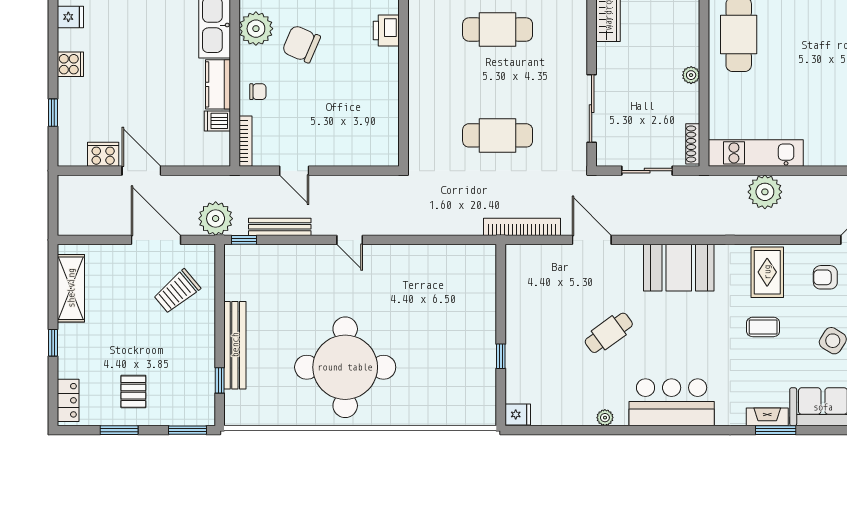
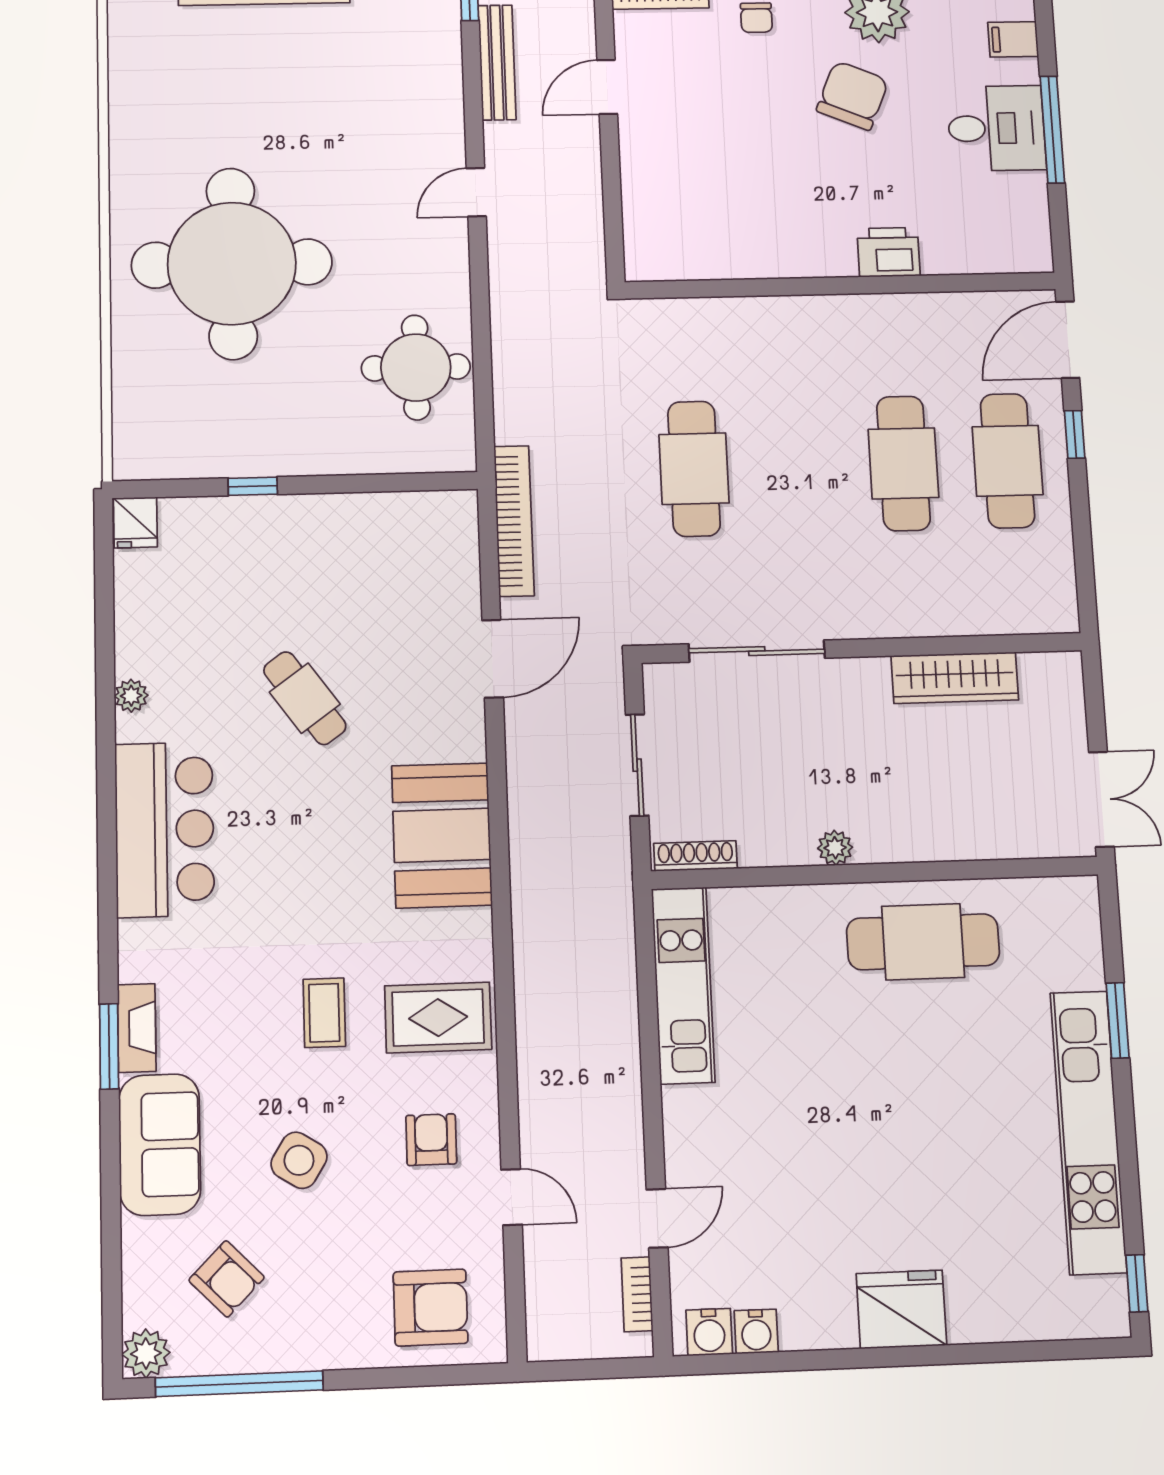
plant: (765, 192) -> (604, 1007), removed
round table: (441, 273) -> (416, 367), added
round table: (345, 367) -> (232, 264), moved

